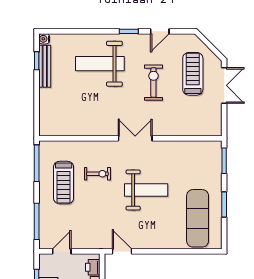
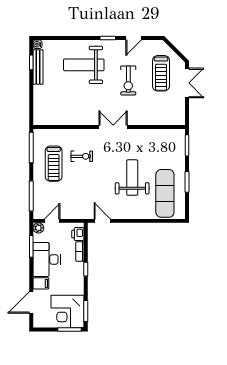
treadmill: (193, 74) -> (161, 73), turned 180
exercise bike: (153, 83) -> (128, 81), turned 180
weight bench: (146, 190) -> (132, 178), moved, turned -90
plant: (45, 260) -> (38, 228), added

